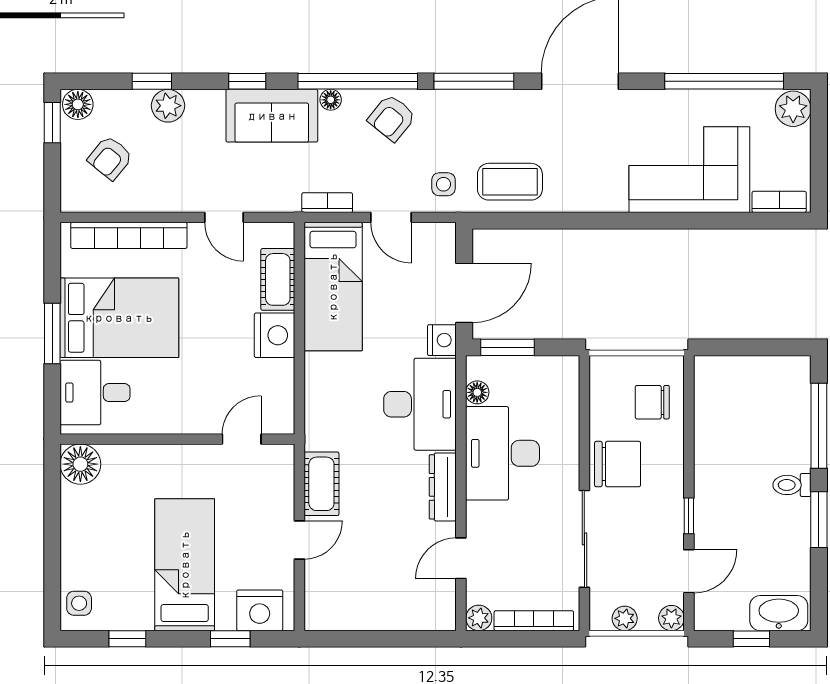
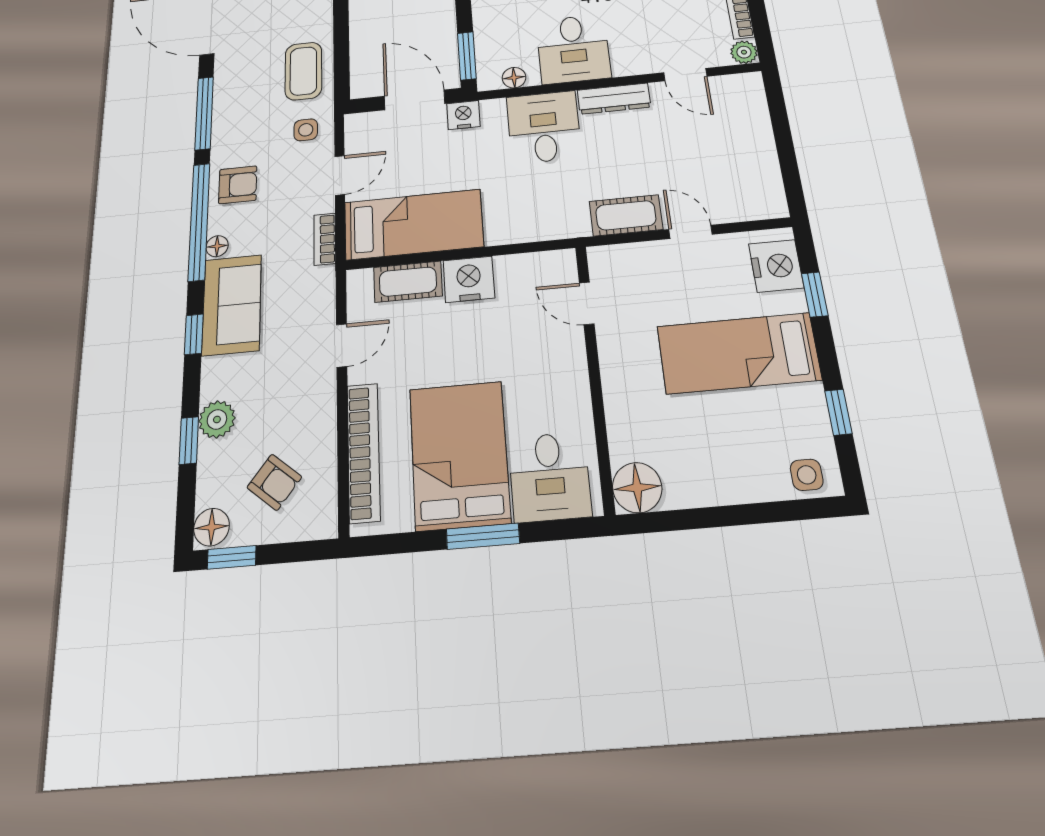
armchair: (392, 118) -> (238, 185), turned -39
desk: (420, 404) -> (544, 127), width x0.73
desk: (502, 453) -> (573, 49), width x0.73

